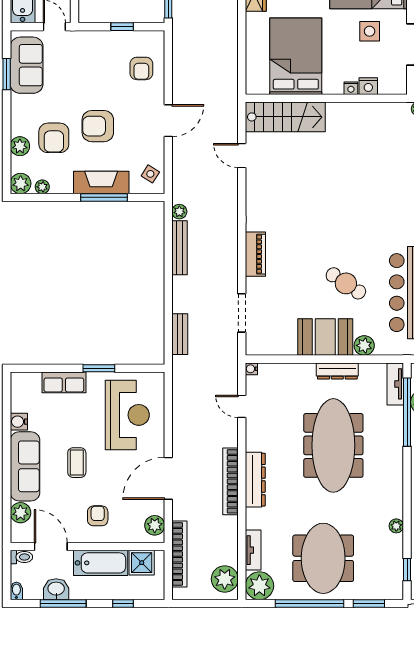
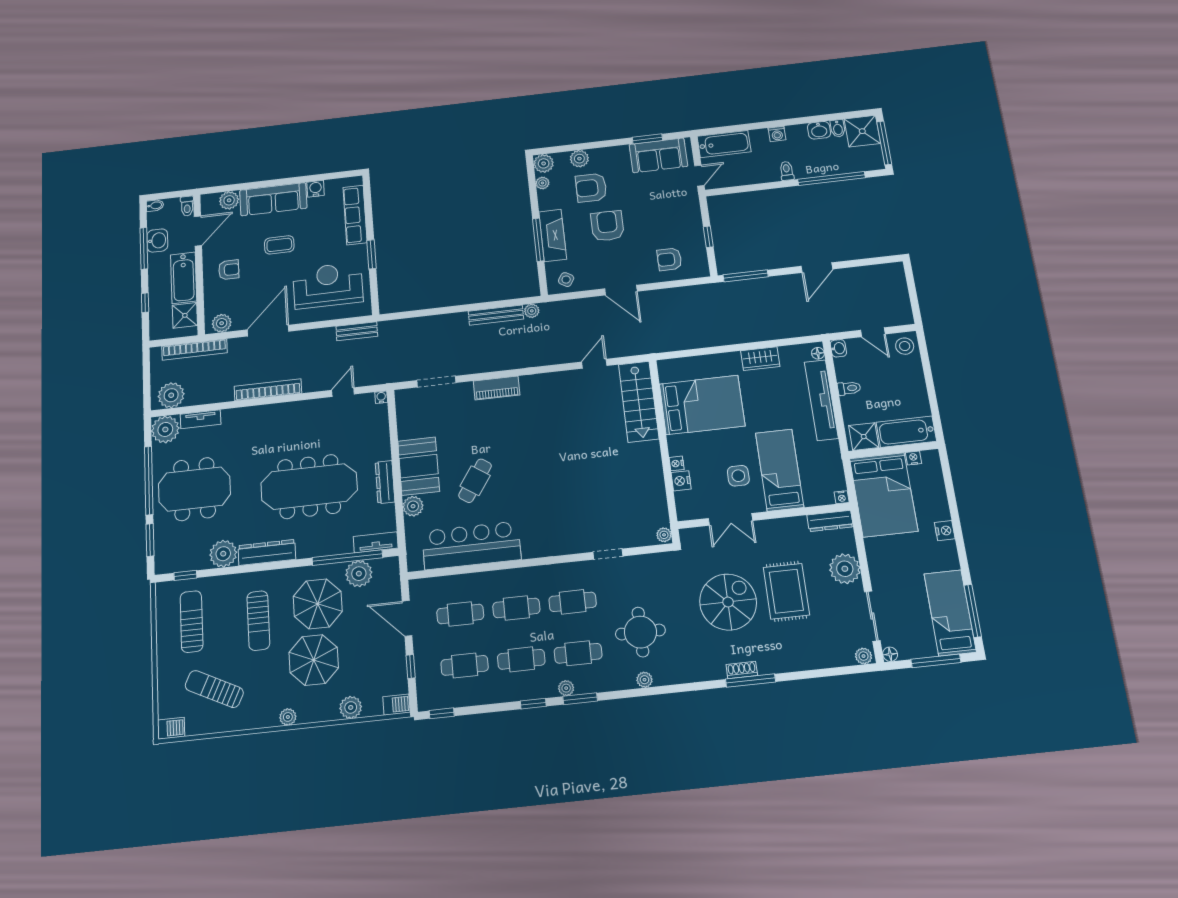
bench: (180, 334) -> (357, 331), moved
row of seats: (64, 382) -> (355, 215), width x1.48
reception desk: (127, 415) -> (328, 285), turned 180
door: (168, 478) -> (268, 331), hinge flipped
dresser: (255, 480) -> (267, 552), moved, turned 180
plant: (396, 526) -> (223, 554), width x1.88, depth x1.88

